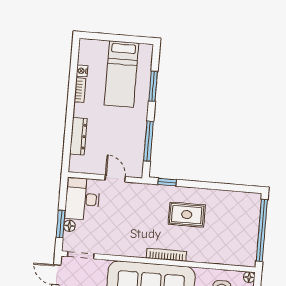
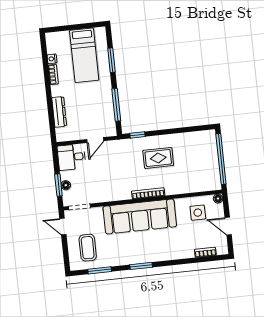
door: (115, 178) -> (95, 140), swing flipped
desk: (82, 199) -> (72, 157), width x0.73

